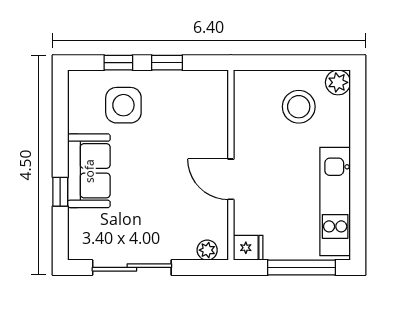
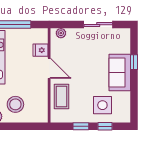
coffee table: (206, 122) -> (62, 97), added
fridge: (248, 248) -> (41, 50), moved
sliding door: (132, 267) -> (98, 25), width x0.73

